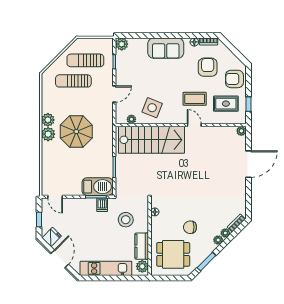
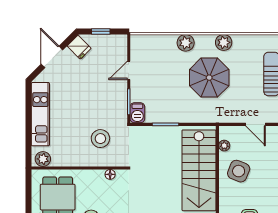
plant: (48, 134) -> (186, 43), moved
barbecue: (98, 187) -> (137, 113), width x0.53, depth x0.65
door: (55, 197) -> (129, 70), moved
dishwasher: (102, 205) -> (119, 109), removed
kitchen counter: (142, 246) -> (68, 158), removed
door: (60, 259) -> (52, 57), swing flipped

